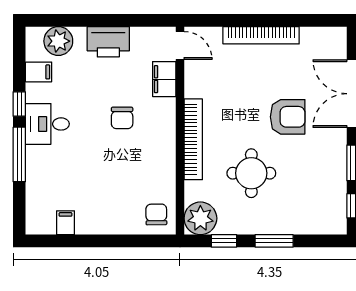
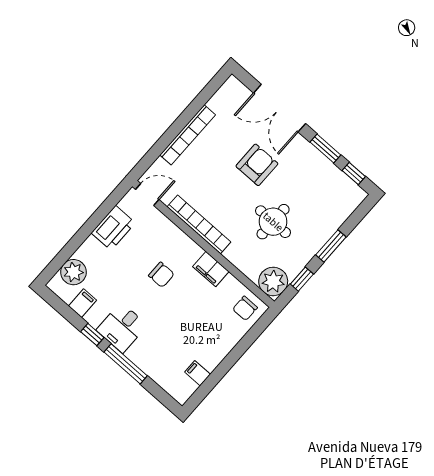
printer: (108, 42) -> (113, 228), moved
filing cabinet: (164, 79) -> (211, 269), moved
bookcase: (193, 139) -> (199, 224), moved
chair: (156, 214) -> (245, 308), turned -89

